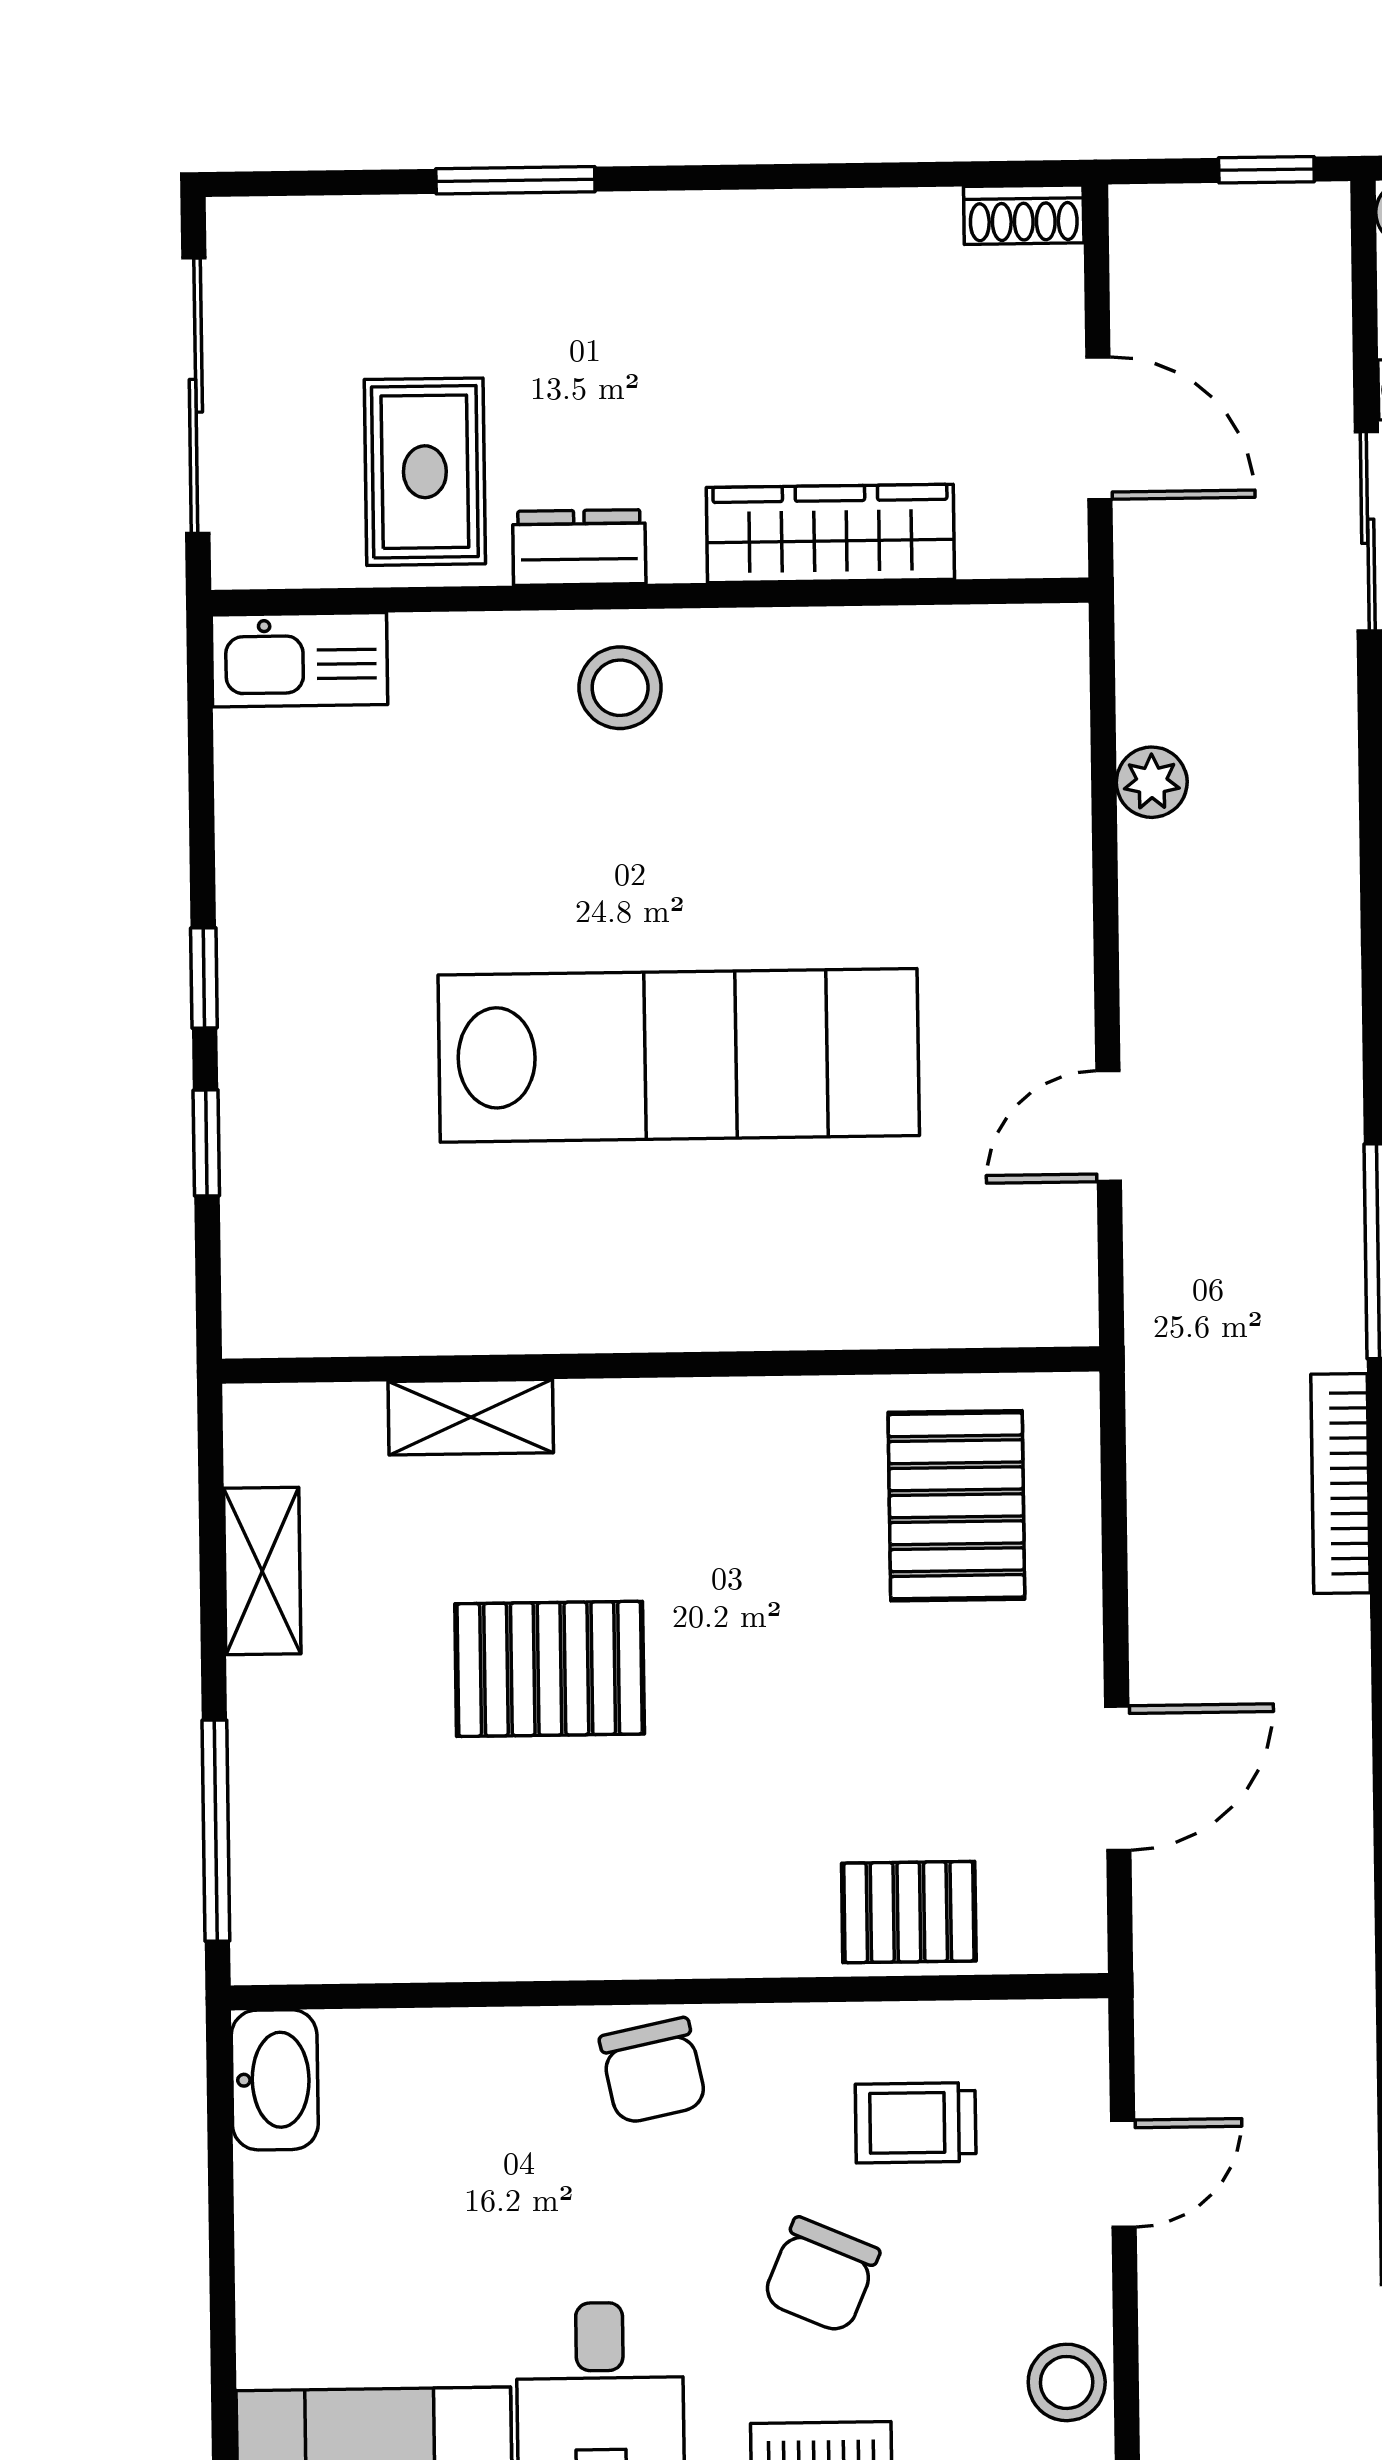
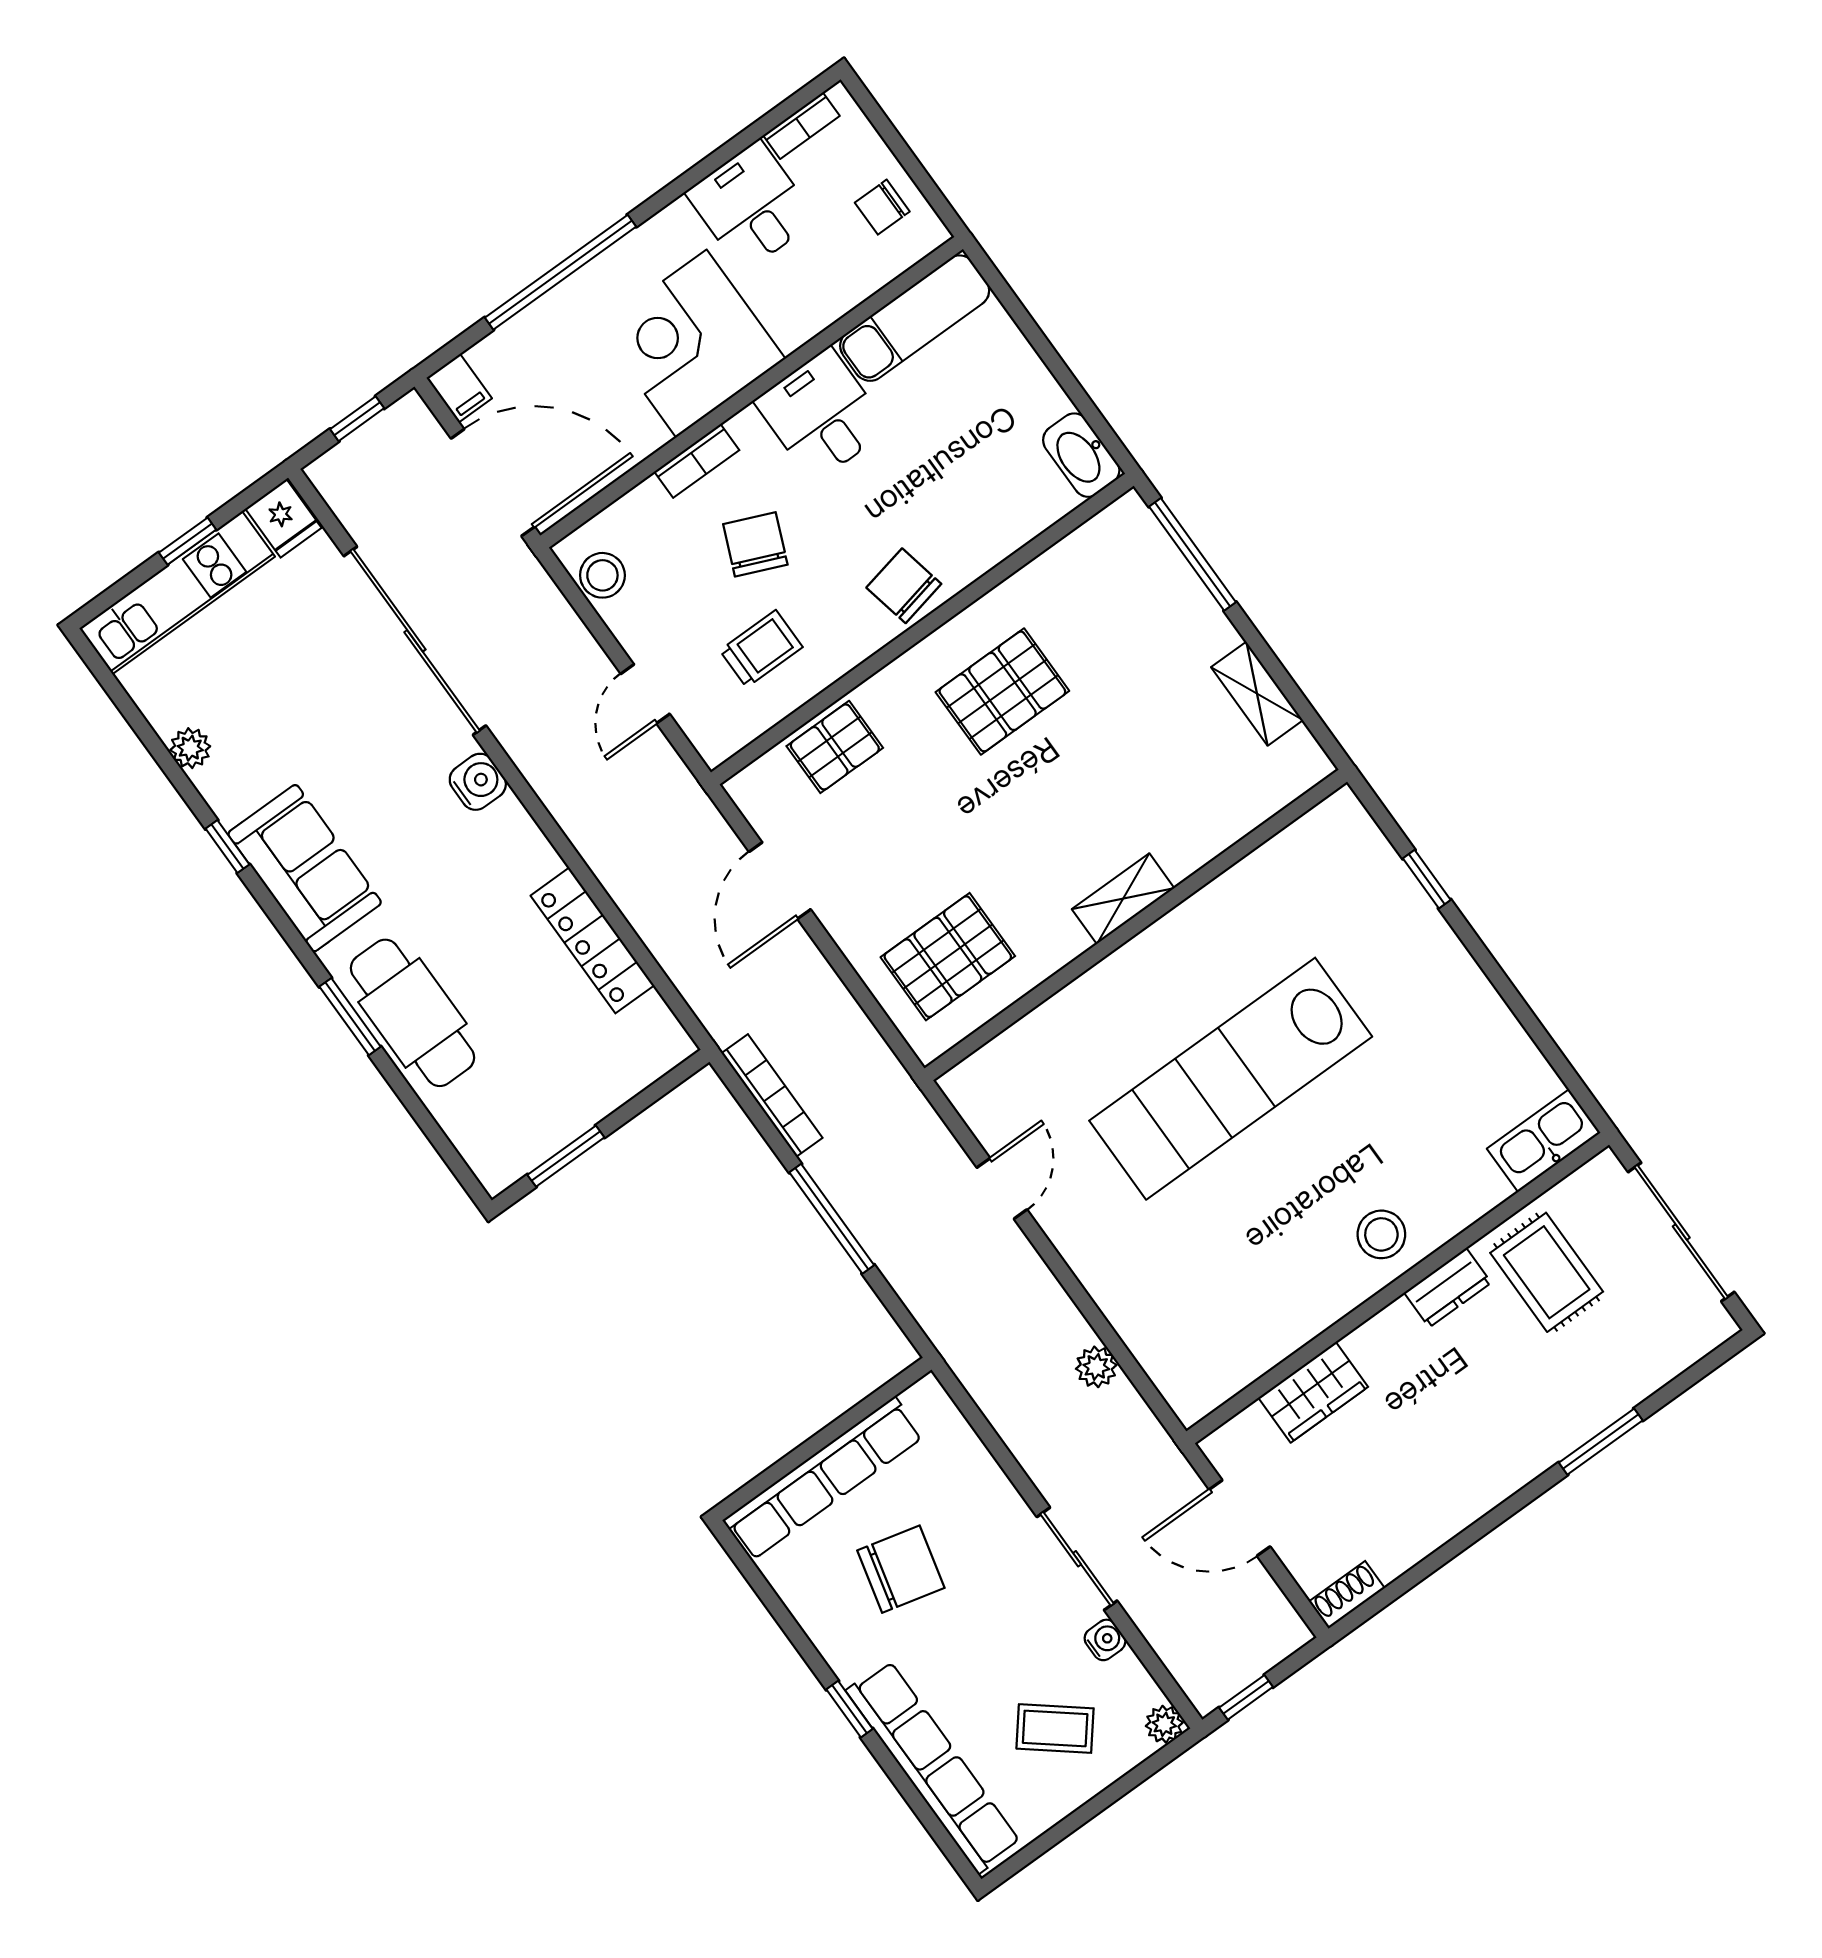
wardrobe: (830, 533) -> (1313, 1392), width x0.67
window: (204, 978) -> (1483, 957), removed
shelving: (471, 1417) -> (1123, 899), moved
pallet: (956, 1506) -> (948, 957), turned 90
pallet: (550, 1669) -> (1002, 691), moved

